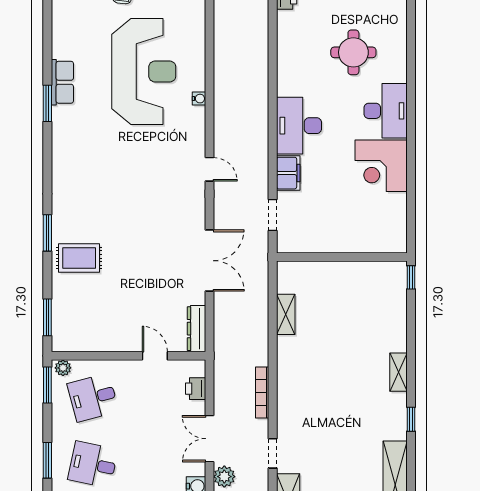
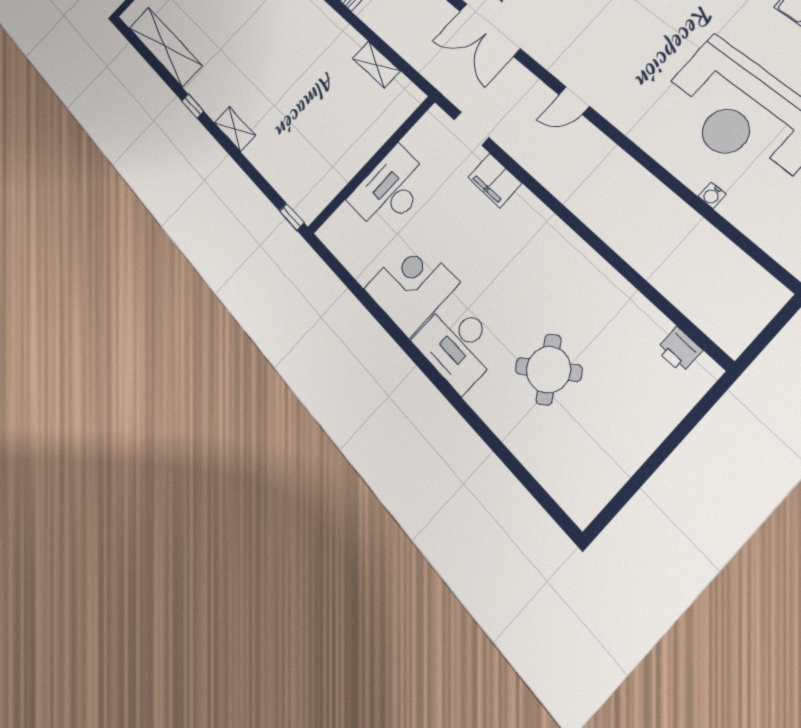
round table: (353, 52) -> (549, 370), turned -36
water cooler: (199, 99) -> (712, 195), moved
desk: (299, 126) -> (390, 190), moved, turned -90

